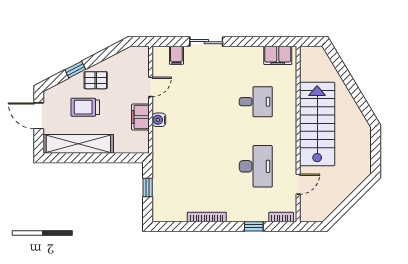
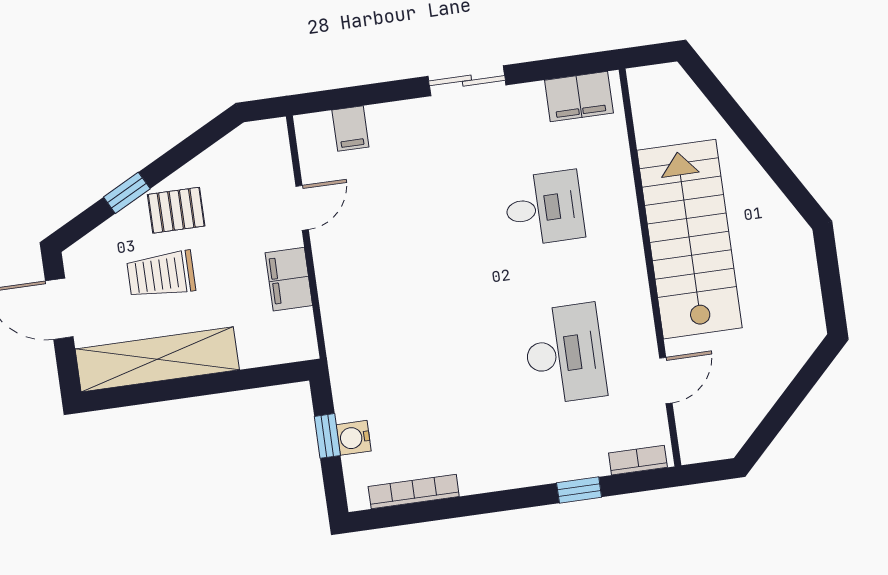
sliding door: (206, 42) -> (467, 81), moved
water cooler: (159, 120) -> (354, 438), moved
bookcase: (207, 217) -> (414, 492), moved

